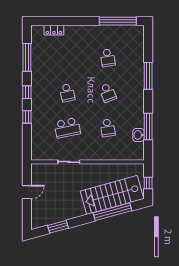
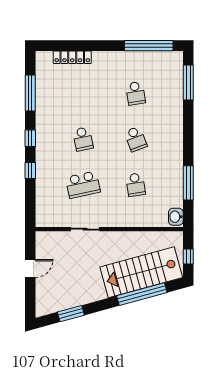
locker: (54, 30) -> (72, 57), width x1.53
window: (148, 76) -> (188, 82), moved
washbasin: (138, 135) -> (176, 217), moved

